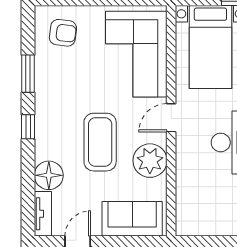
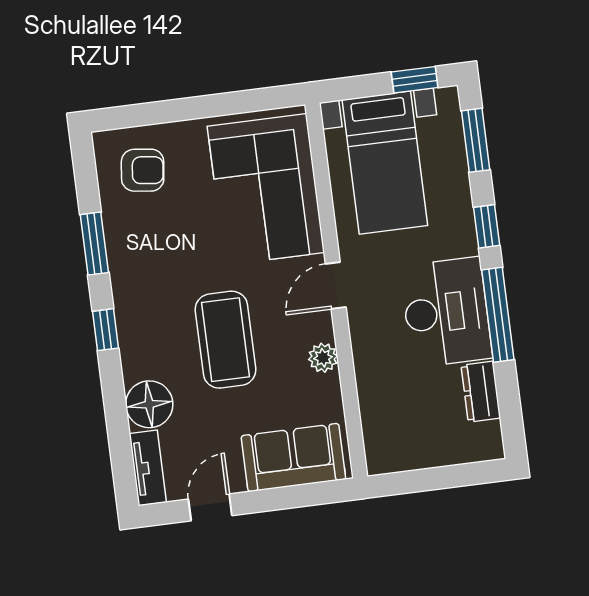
plant: (150, 161) -> (323, 358), width x0.53, depth x0.53

